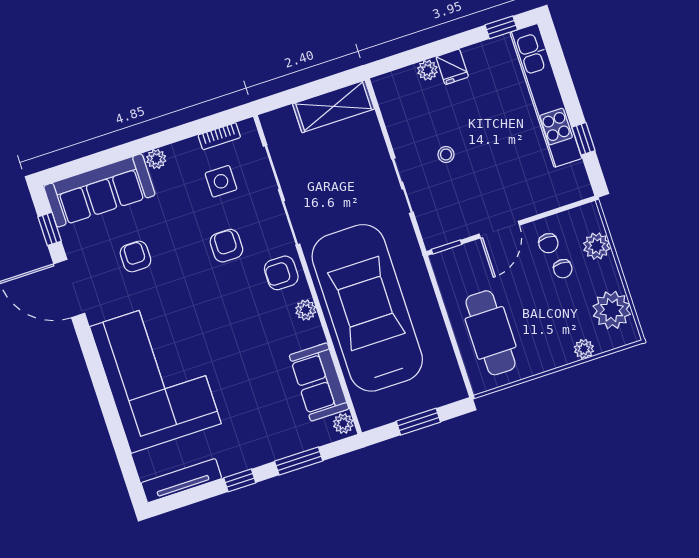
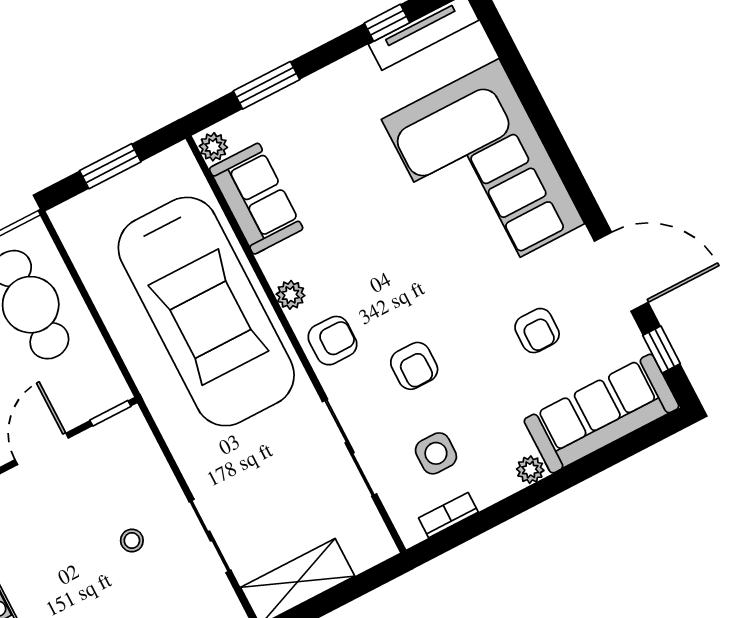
sliding door: (402, 186) -> (210, 536), moved
sliding door: (281, 195) -> (350, 448), width x0.73
window: (240, 480) -> (387, 23), moved

